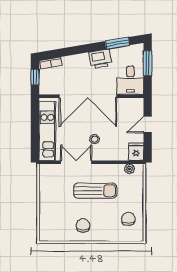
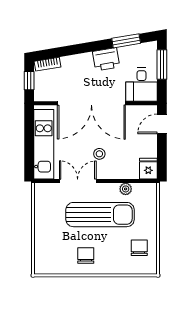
door: (148, 125) -> (162, 124), moved
plant: (129, 169) -> (126, 189), moved
sun lounger: (95, 191) -> (100, 215), width x1.36, depth x1.34

